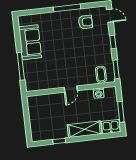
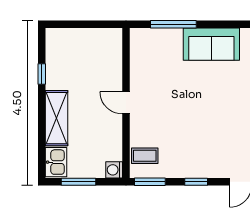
armchair: (85, 22) -> (235, 140), removed
washing machine: (99, 93) -> (114, 170), moved

